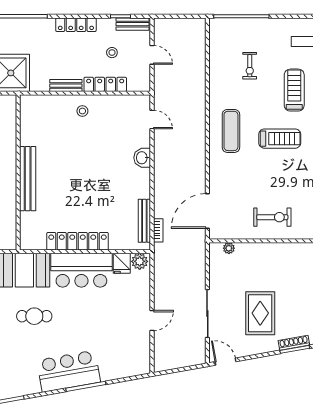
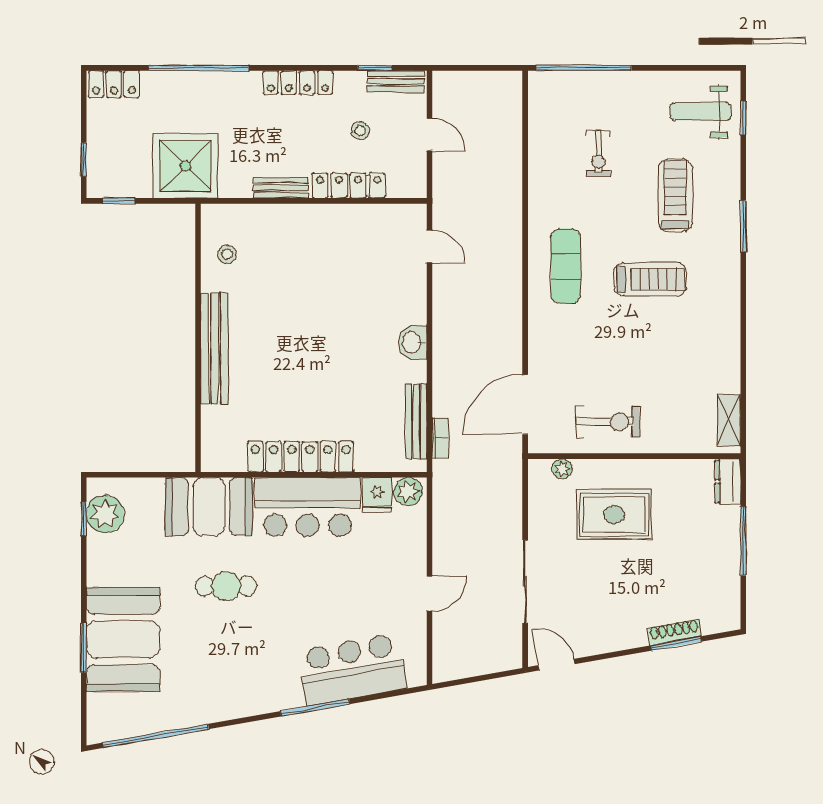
stool: (82, 111) -> (227, 254), moved
washbasin: (142, 158) -> (413, 342), moved
exercise bike: (272, 217) -> (608, 422), moved
rug: (260, 313) -> (614, 515), moved, turned 90
bar counter: (69, 371) -> (352, 669), moved

